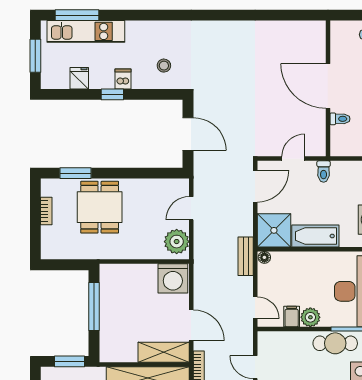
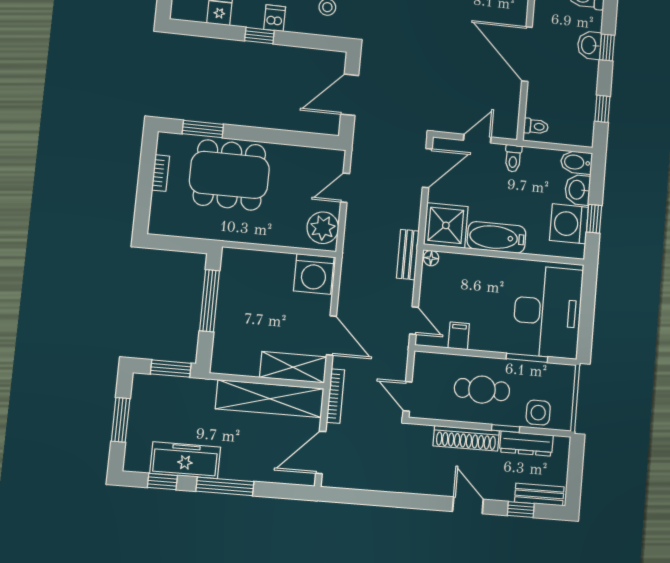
toilet: (340, 119) -> (536, 126), moved
door: (188, 134) -> (350, 95), swing flipped
dining table: (100, 207) -> (229, 175), width x1.38
plant: (310, 317) -> (482, 339), removed
cafe table: (335, 343) -> (482, 390), moved

